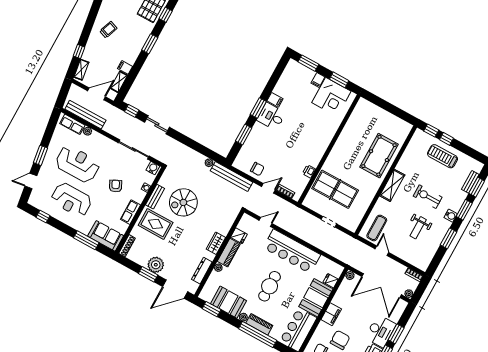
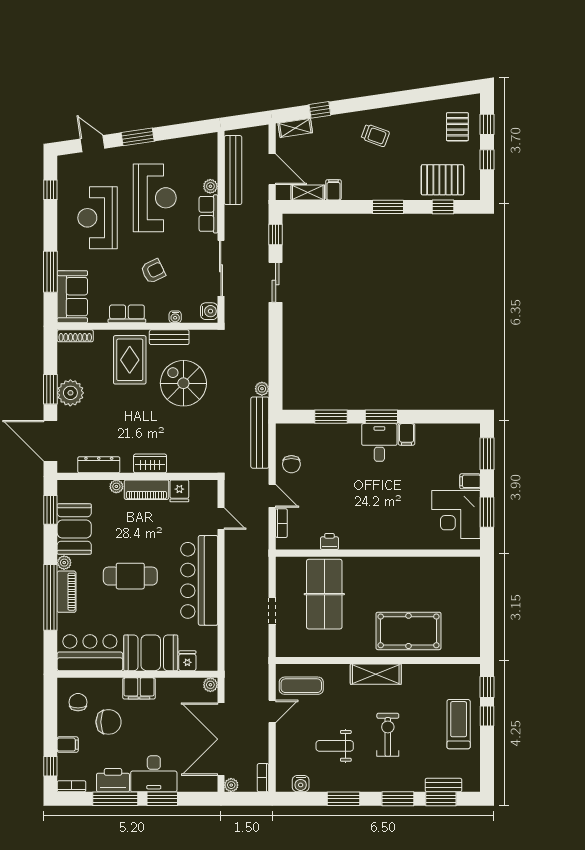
row of seats: (72, 124) -> (208, 214), moved
water cooler: (451, 216) -> (301, 784), moved

